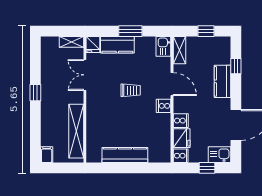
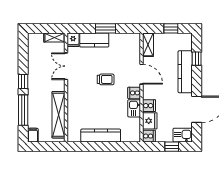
kitchen sink: (163, 46) -> (134, 108), moved
kitchen counter: (222, 81) -> (185, 72), width x1.50
window: (35, 126) -> (23, 110), added

